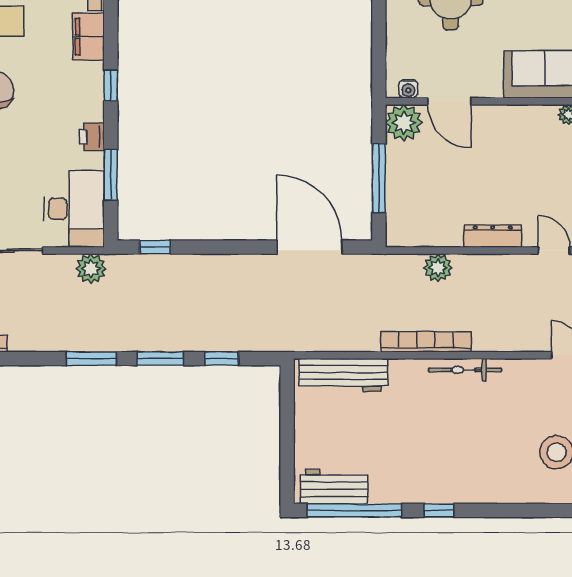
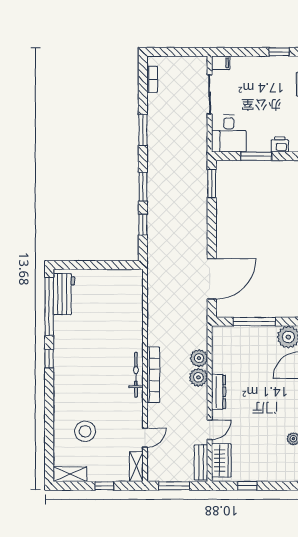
desk: (74, 209) -> (229, 134), width x0.73
window: (155, 247) -> (212, 184), width x1.50
plant: (91, 269) -> (198, 377), moved
bookcase: (426, 342) -> (153, 375), moved
window: (91, 359) -> (143, 130), moved
workbench: (343, 375) -> (133, 300), removed

